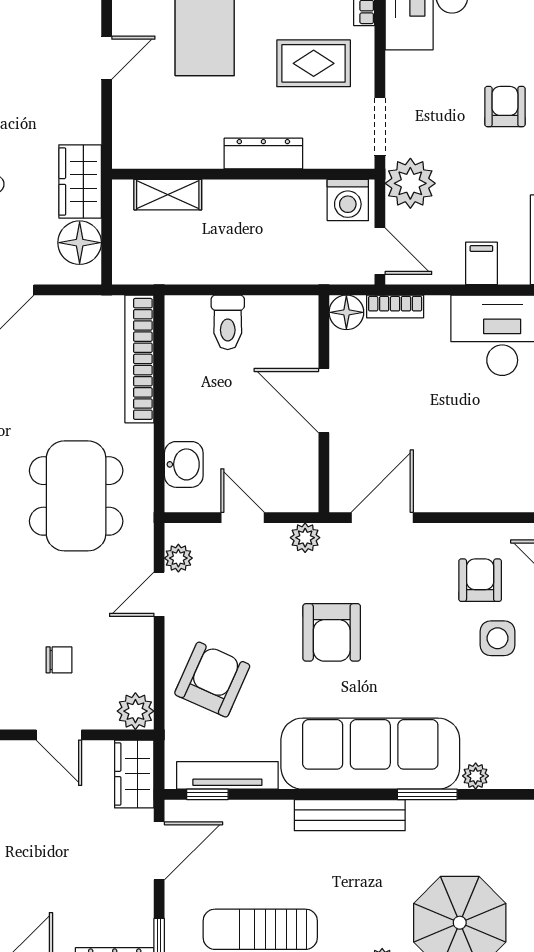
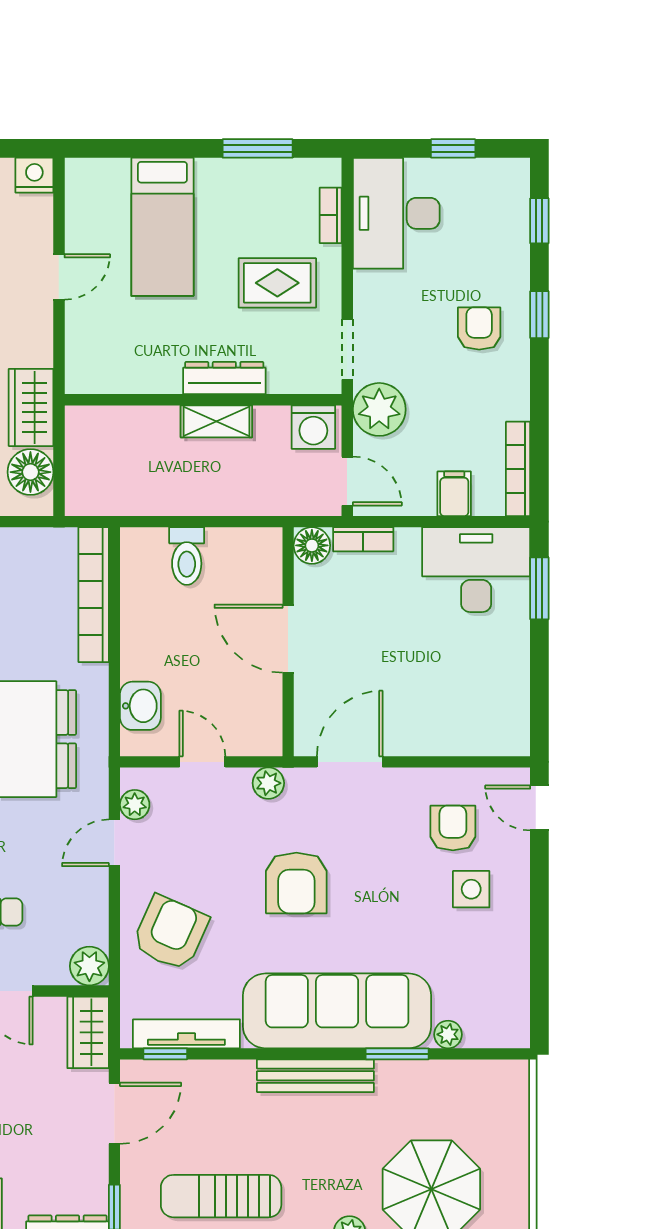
shelving: (168, 195) -> (216, 421), moved

